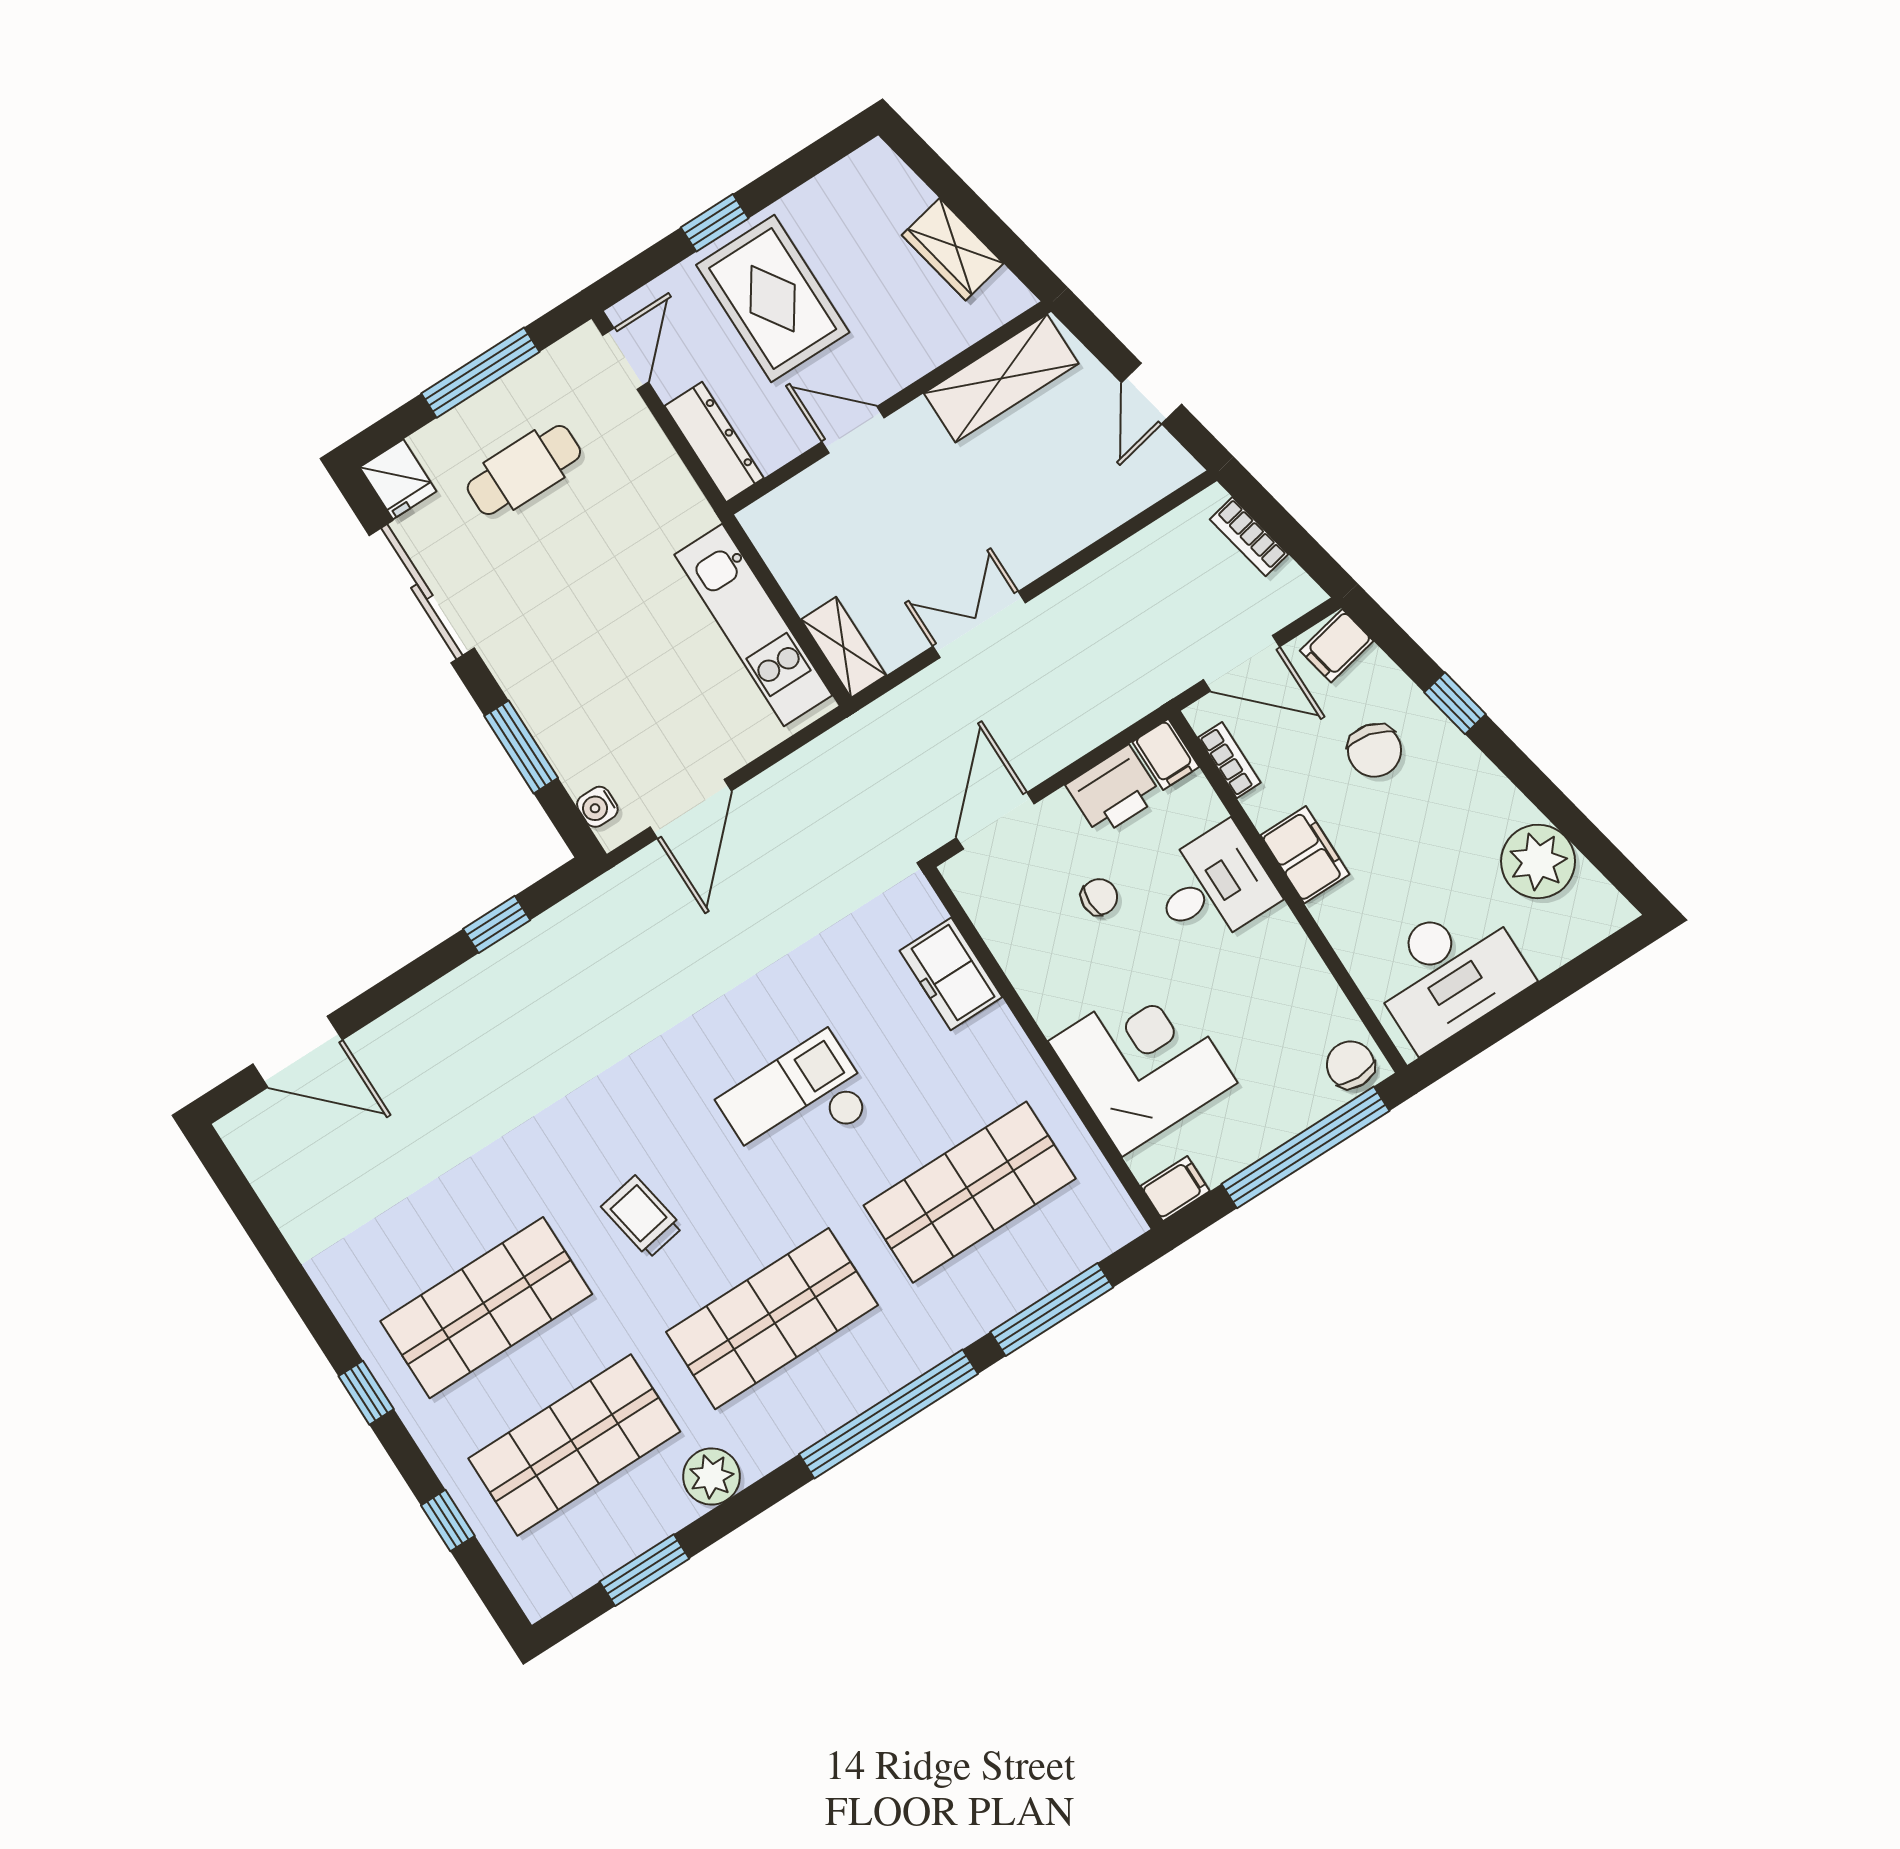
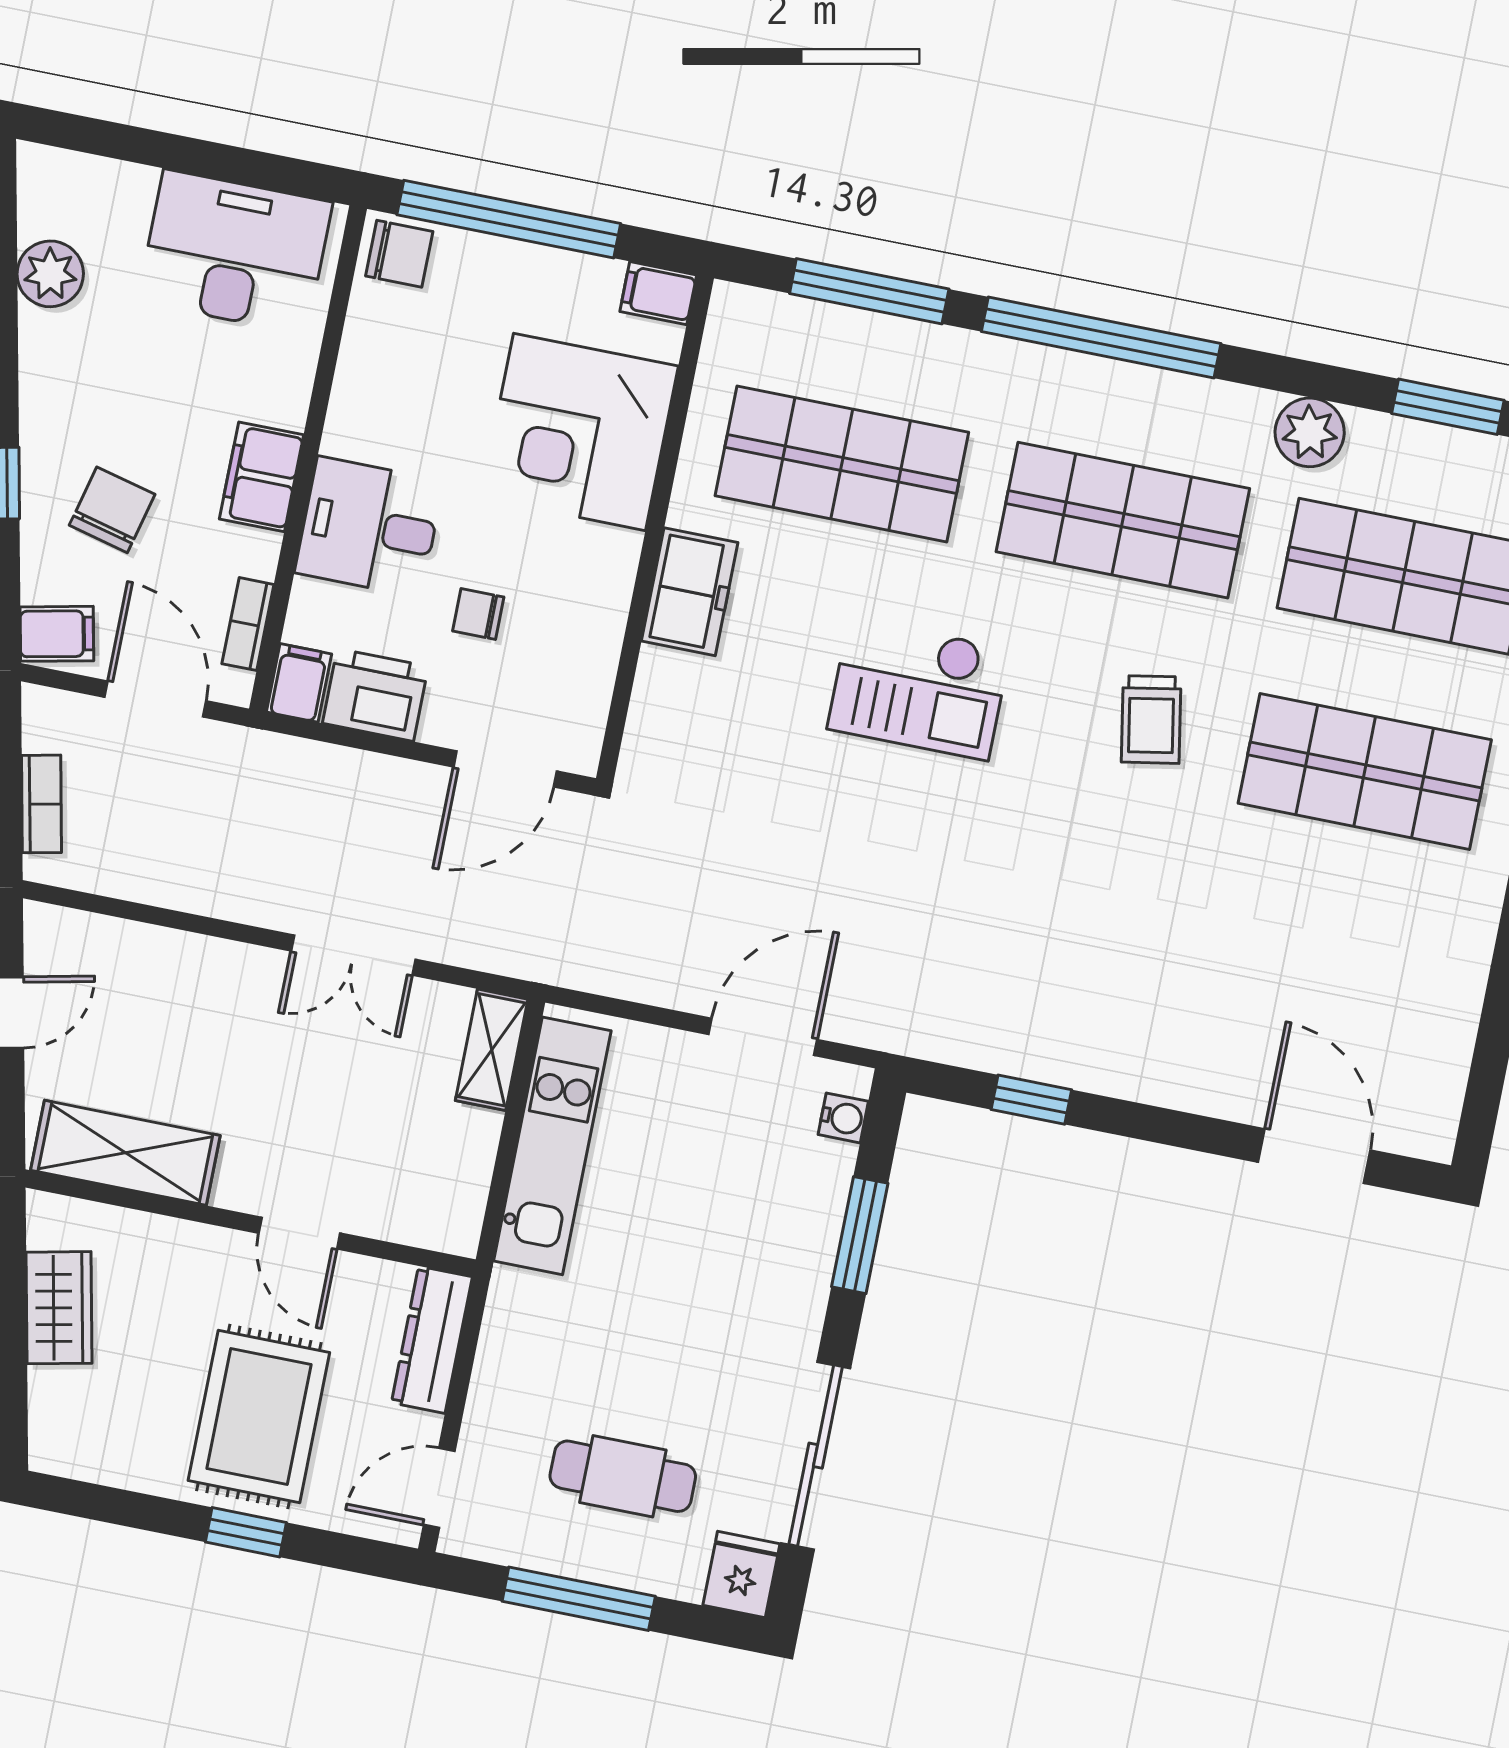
plant: (1538, 861) -> (50, 274), width x0.73, depth x0.73
freezer: (951, 974) -> (690, 592), moved
chair: (1350, 1065) -> (399, 254), turned -90

